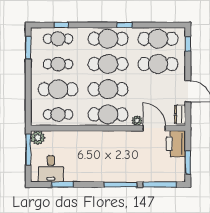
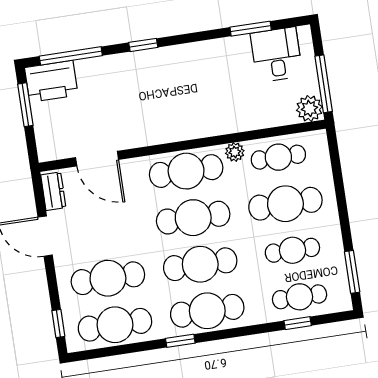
plant: (137, 121) -> (235, 152), moved
printer: (176, 144) -> (51, 81), moved, turned 90
window: (121, 185) -> (143, 45), width x0.46

